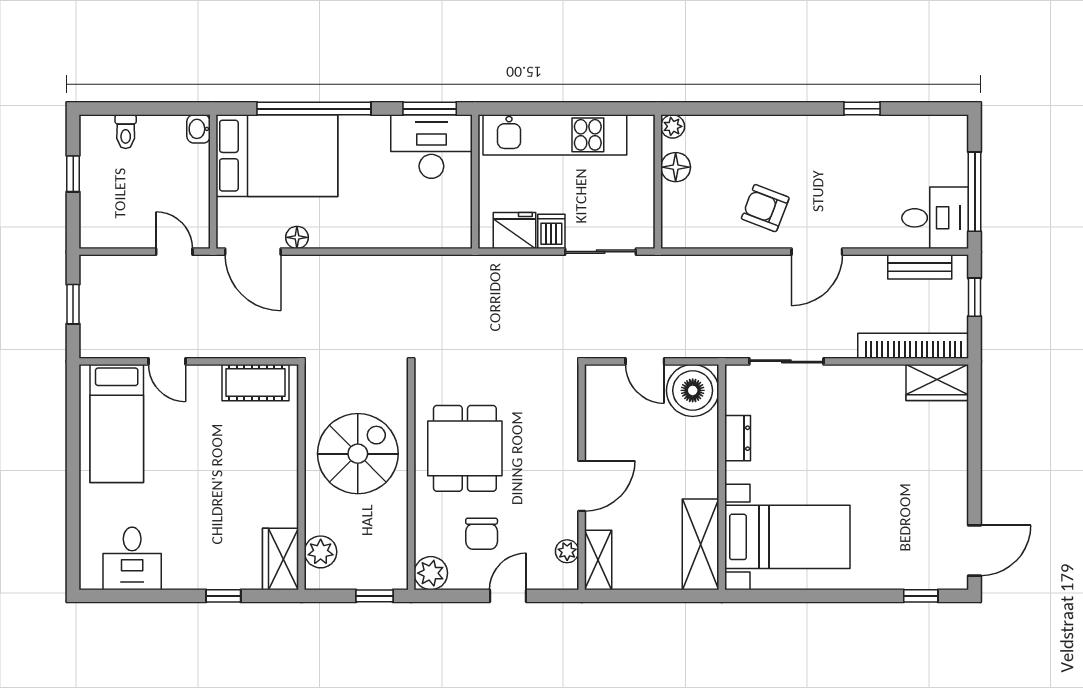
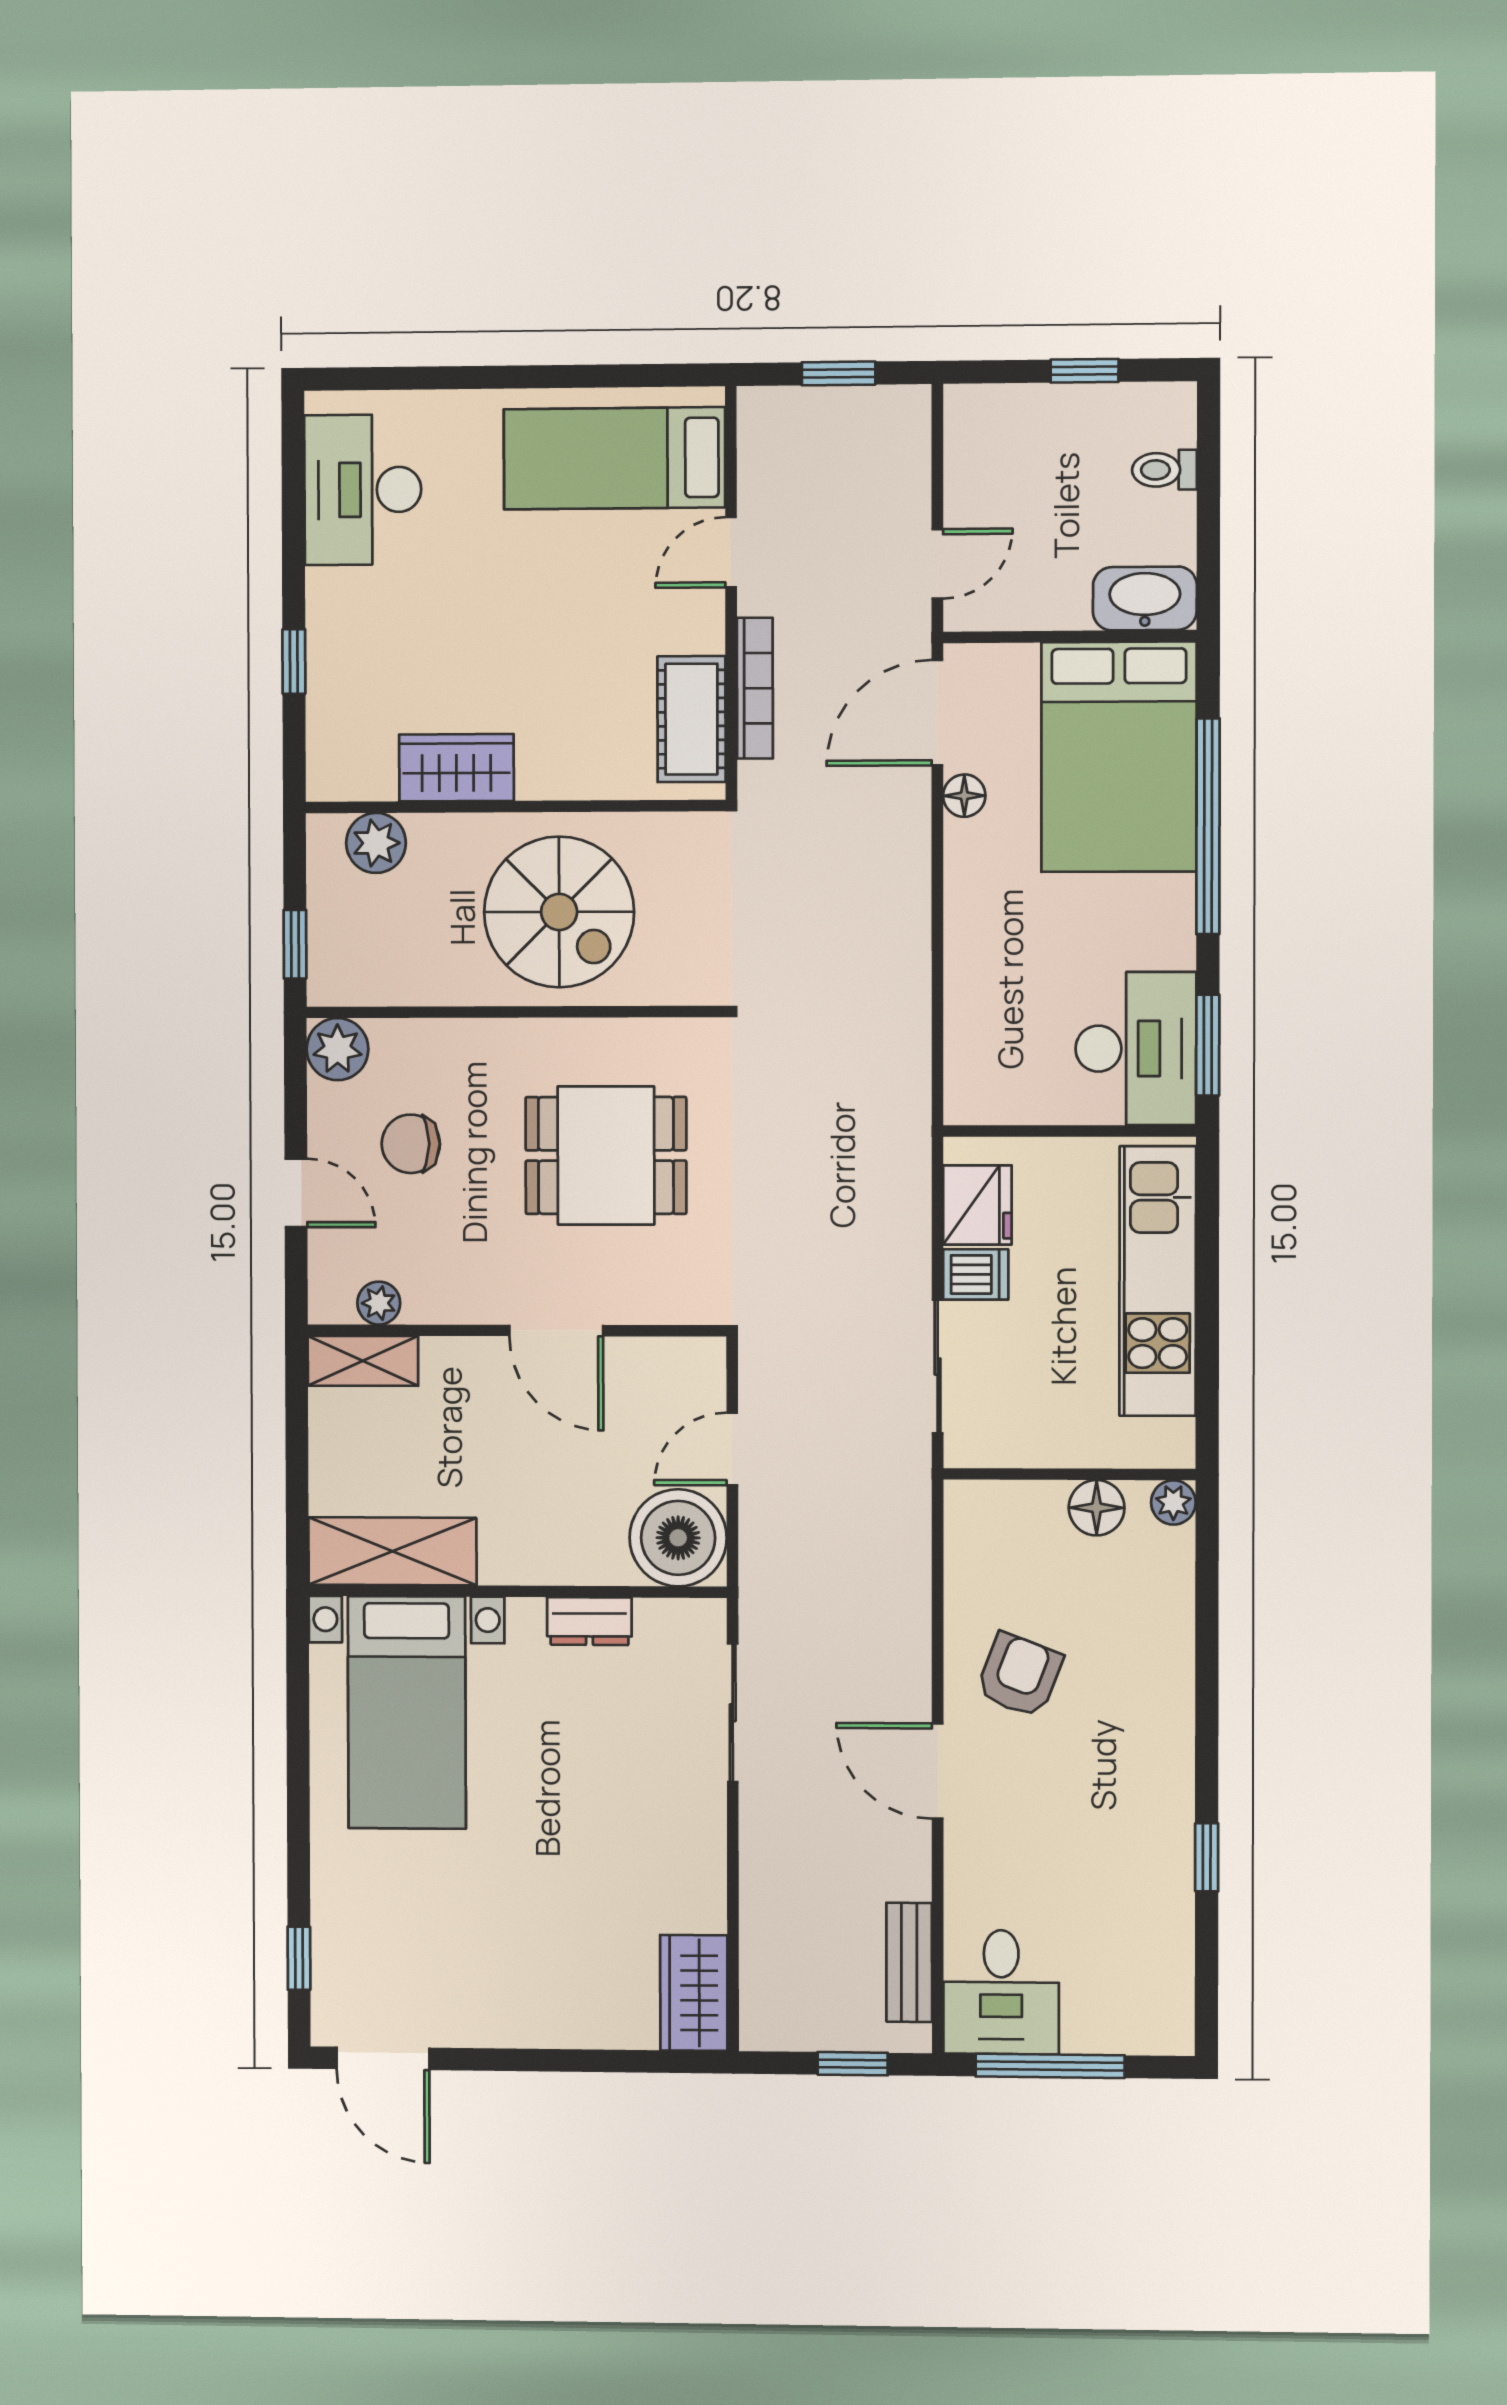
washbasin: (199, 129) -> (1145, 598), width x1.91, depth x1.45
bookcase: (913, 346) -> (755, 688), moved, width x0.68, depth x0.76
dining table: (465, 448) -> (606, 1155), moved
door: (582, 486) -> (556, 1331), moved
desk: (132, 558) -> (363, 490), width x1.37
wardrobe: (281, 559) -> (456, 768), moved

